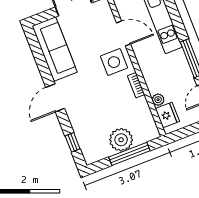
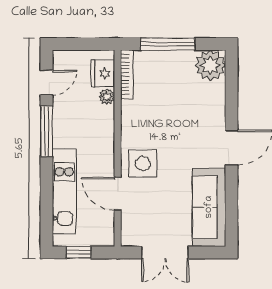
bookcase: (136, 85) -> (127, 74), moved, width x1.56
plant: (121, 140) -> (210, 65), moved
window: (73, 142) -> (232, 85), removed

